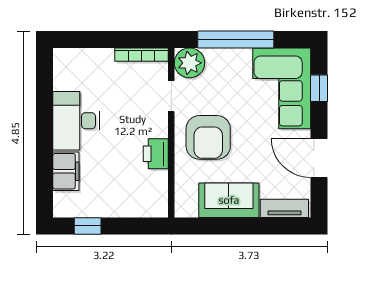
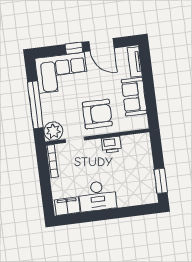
window: (319, 88) -> (74, 48), moved
door: (319, 158) -> (101, 45), hinge flipped
filing cabinet: (66, 171) -> (67, 206), moved
window: (88, 226) -> (161, 181), width x1.50

